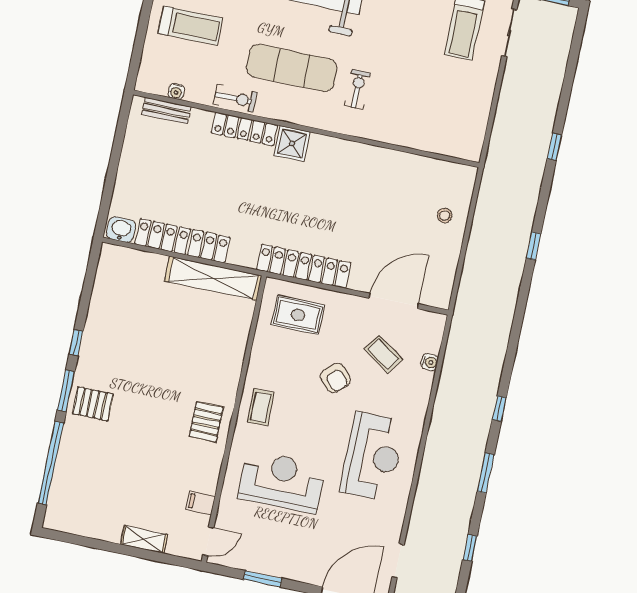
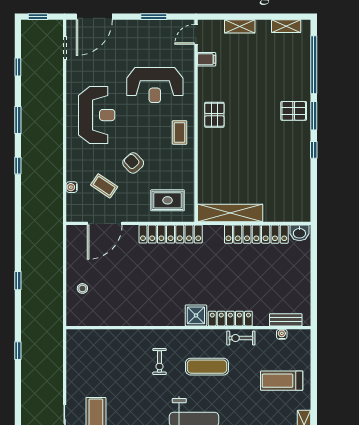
exercise mat: (292, 68) -> (207, 367), width x0.73, depth x0.69
reception desk: (373, 457) -> (97, 115), turned 180
shelving: (78, 526) -> (286, 26), added

